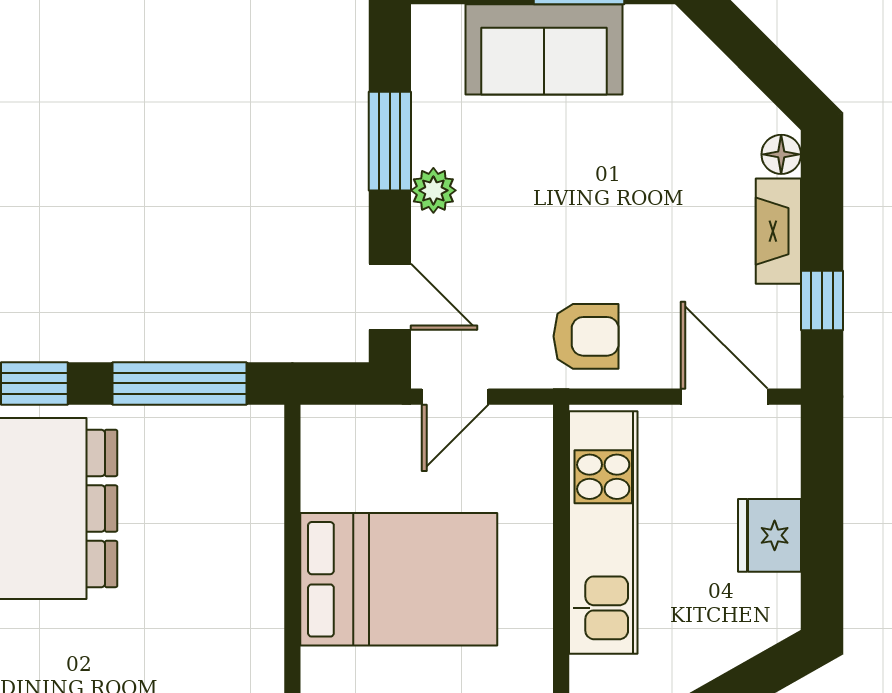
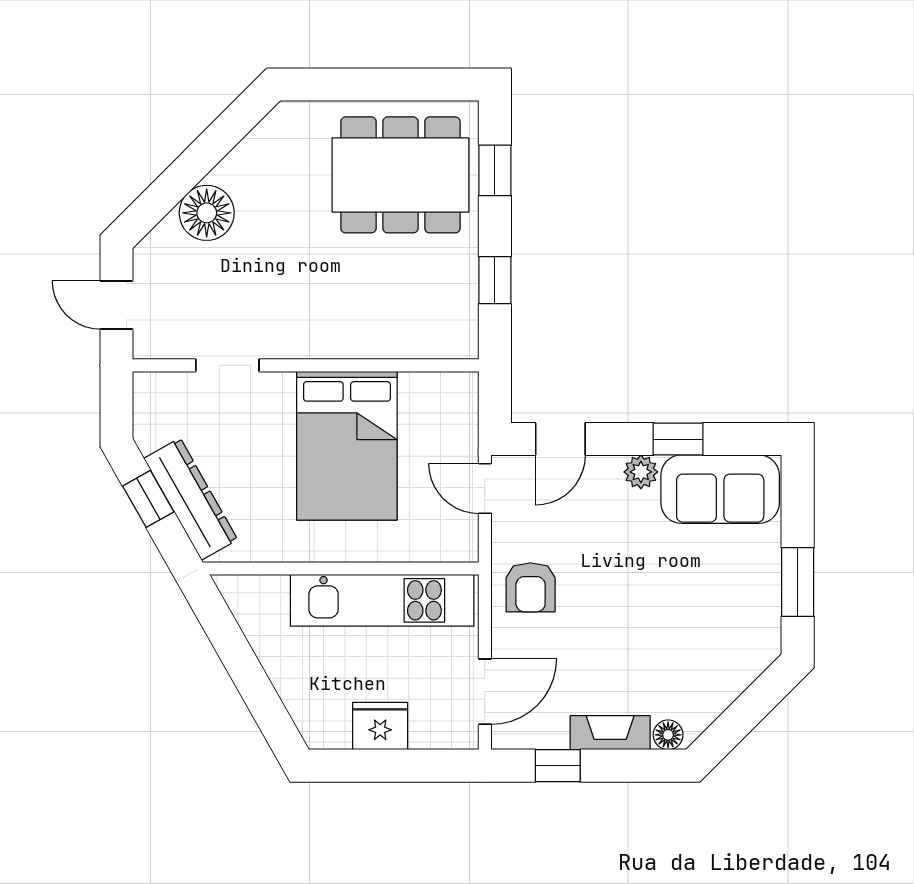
sofa: (544, 49) -> (720, 489), moved, turned -90
window: (390, 141) -> (678, 439), width x0.67
window: (180, 383) -> (495, 280), width x0.46

